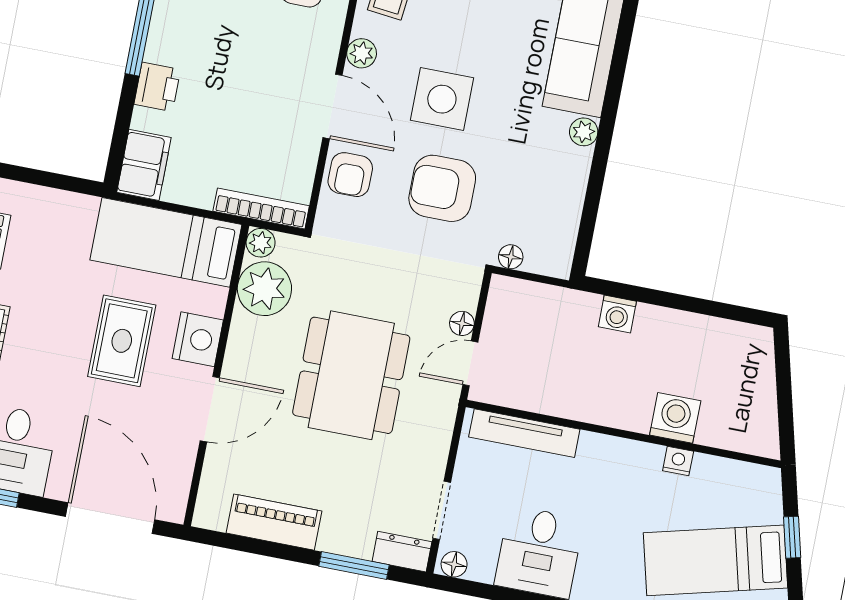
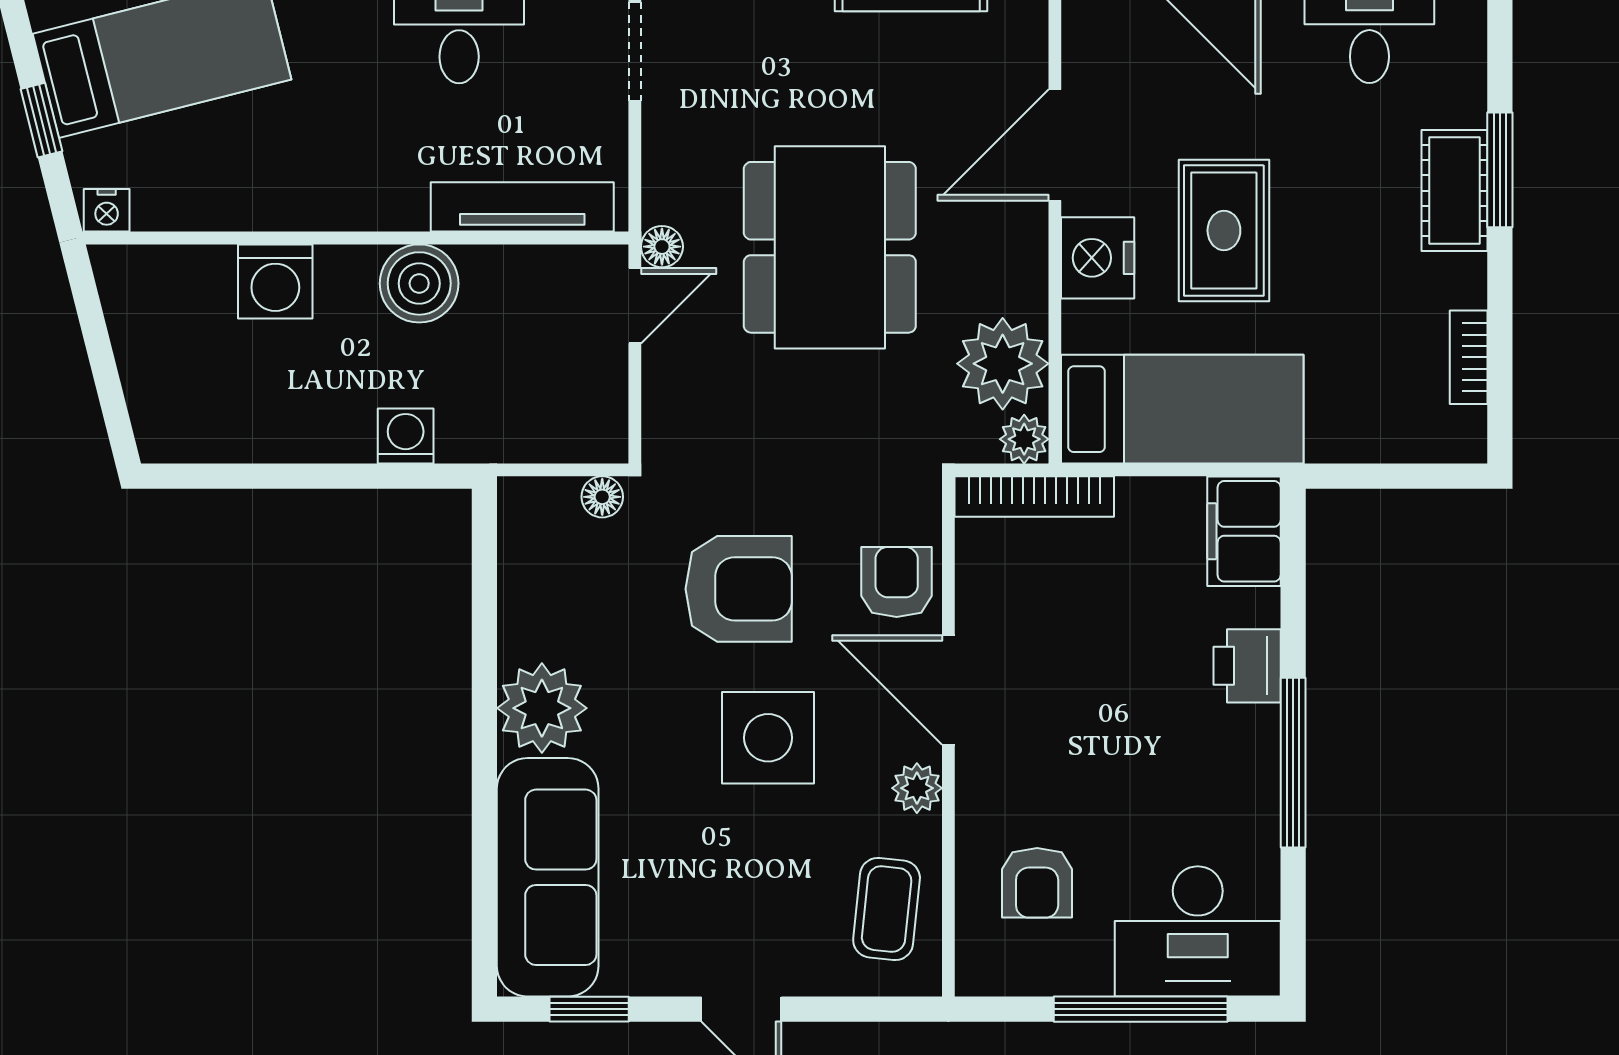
plant: (584, 132) -> (542, 708), width x1.87, depth x1.87
floor lamp: (462, 323) -> (662, 247), moved
boiler: (592, 401) -> (419, 283), added
nightstand: (678, 461) -> (107, 210), moved

